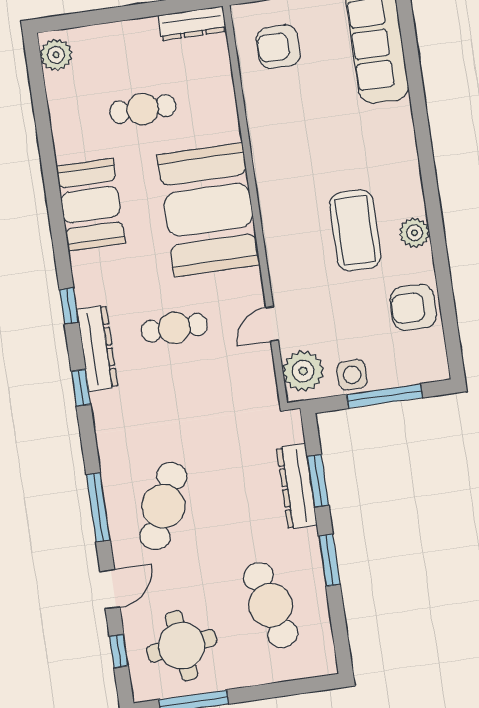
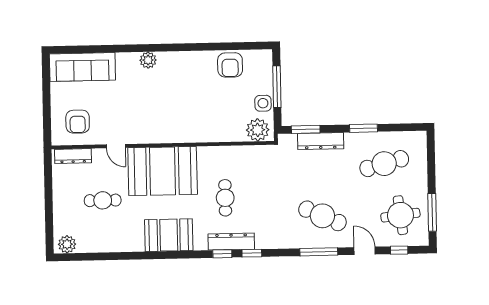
dresser: (192, 23) -> (73, 156), moved, turned 90
cafe table: (143, 109) -> (103, 200), turned 90
booth: (91, 205) -> (169, 235), moved
coffee table: (355, 230) -> (184, 92), removed
plant: (415, 233) -> (148, 60), moved
window: (69, 306) -> (222, 254), moved
door: (272, 324) -> (116, 146), moved
window: (318, 481) -> (306, 129), moved

